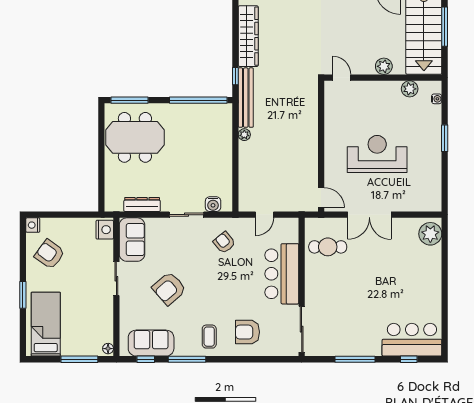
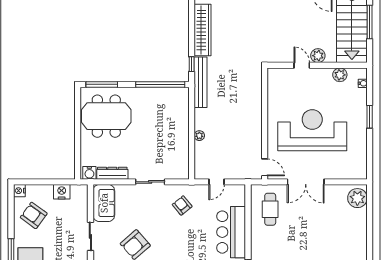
door: (342, 78) -> (302, 65), moved
plant: (244, 135) -> (199, 136), moved
reception desk: (377, 154) -> (312, 130), width x1.36, depth x1.30
water cooler: (213, 204) -> (89, 173), moved
nightstand: (105, 230) -> (62, 192), moved, turned -90
cafe table: (328, 247) -> (270, 209), turned 90

